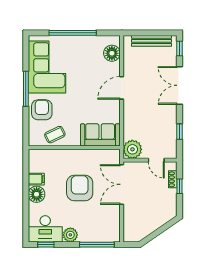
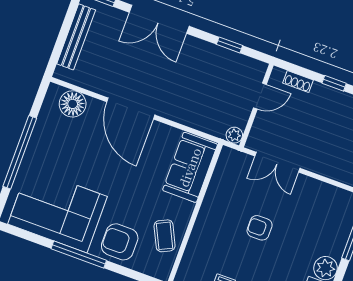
door: (122, 88) -> (131, 108), width x1.36
plant: (132, 149) -> (234, 135), width x0.53, depth x0.53
double door: (122, 184) -> (277, 162), width x0.73
window: (179, 186) -> (334, 83), moved
armchair: (80, 188) -> (260, 228), width x0.53, depth x0.53

